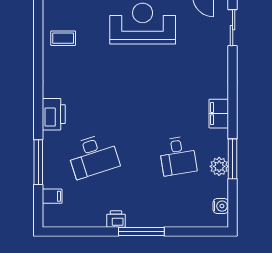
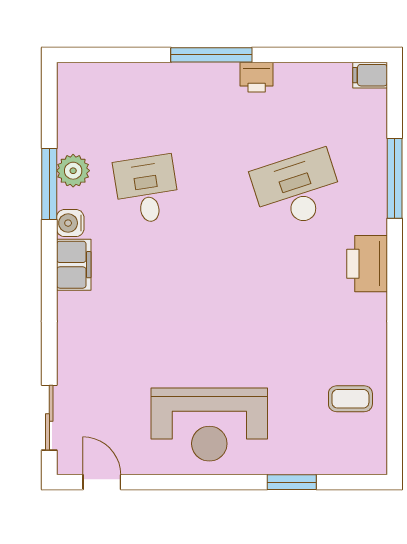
filing cabinet: (52, 196) -> (370, 75), moved
water cooler: (221, 206) -> (70, 223), moved

